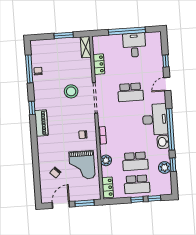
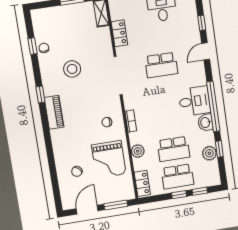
window: (29, 69) -> (32, 46), width x0.46
stool: (71, 91) -> (72, 69), moved
desk: (155, 119) -> (195, 101), width x0.73

